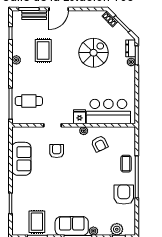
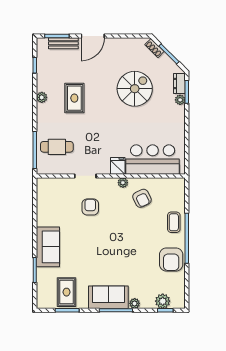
rug: (43, 50) -> (74, 98), moved
sofa: (21, 159) -> (48, 247), moved
armchair: (124, 195) -> (171, 259), turned 180

